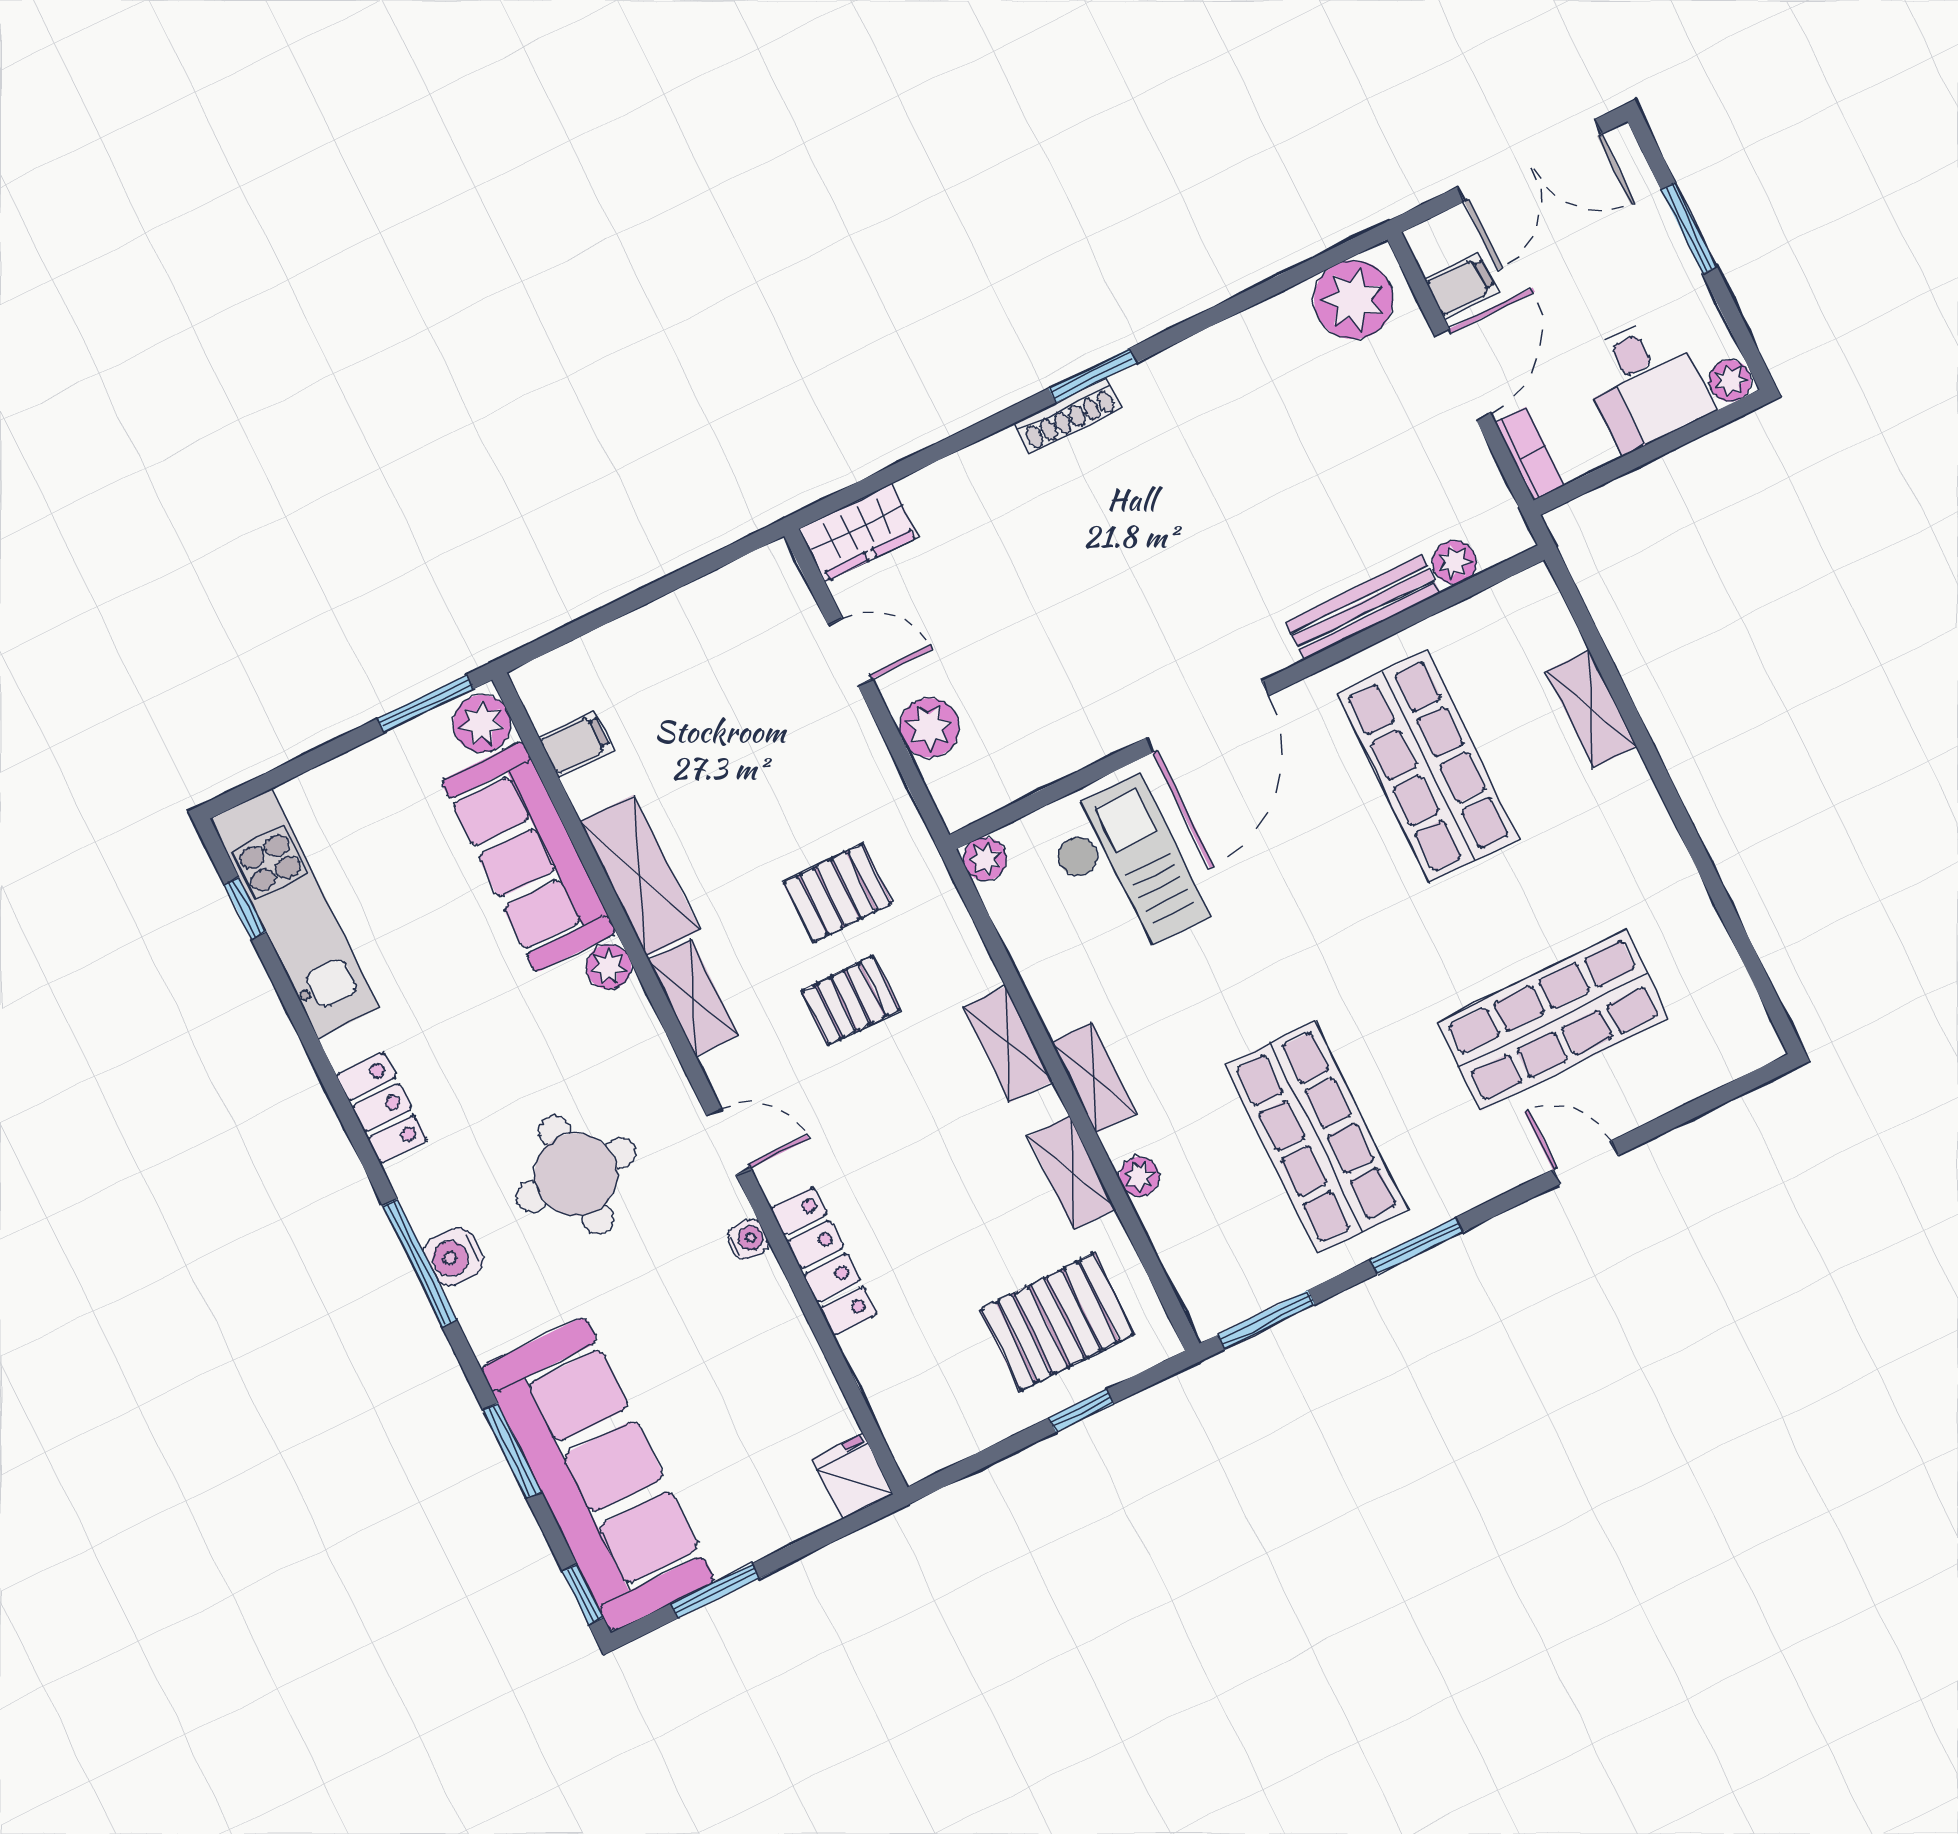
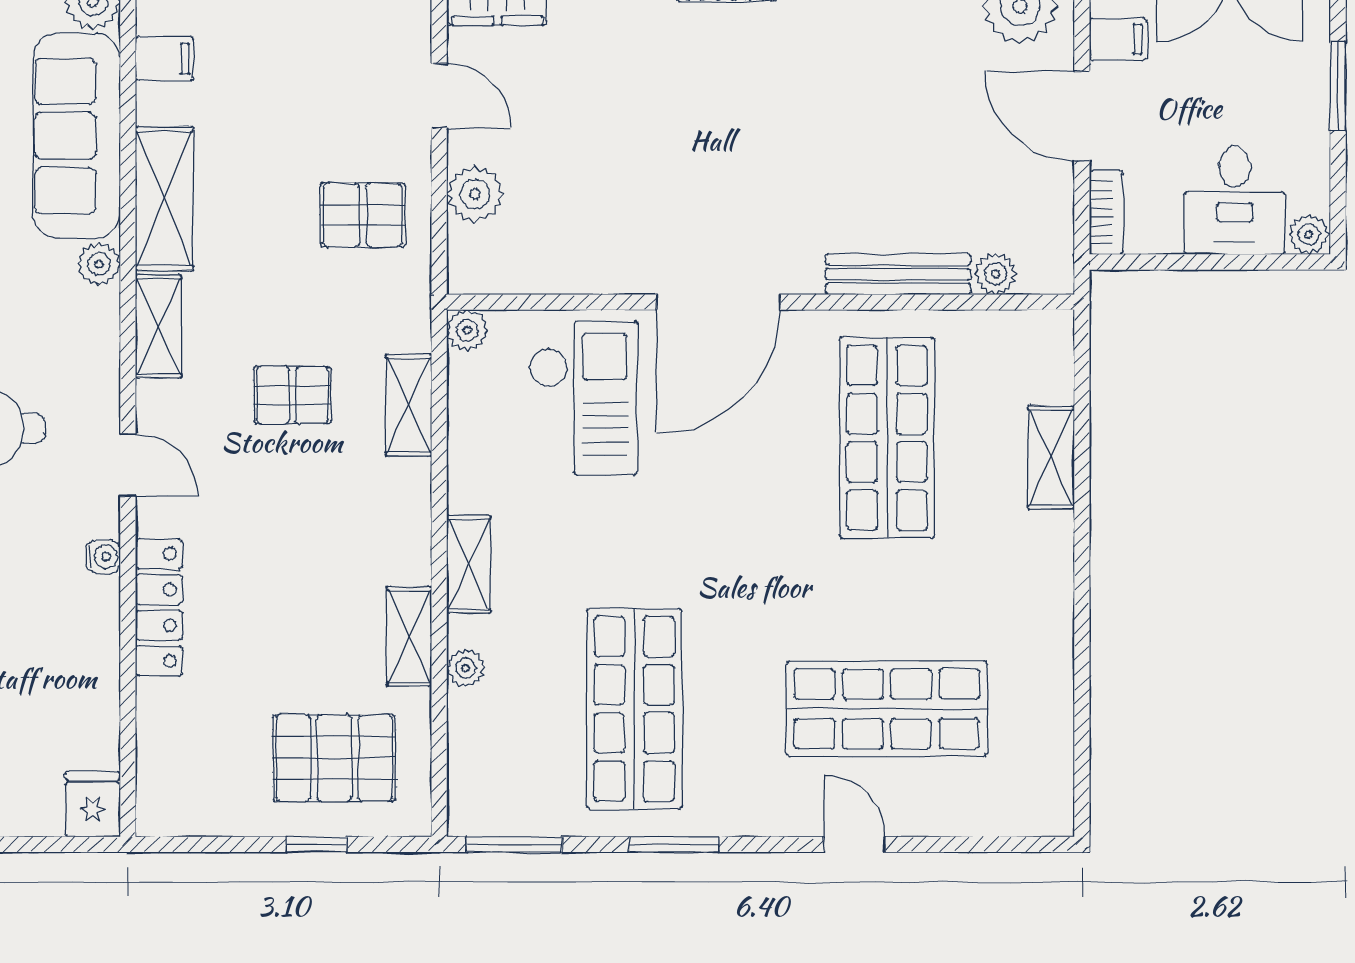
door: (1462, 374) -> (1082, 116), swing flipped
pallet: (838, 893) -> (363, 215), moved
shelving: (1008, 1044) -> (409, 405), moved

